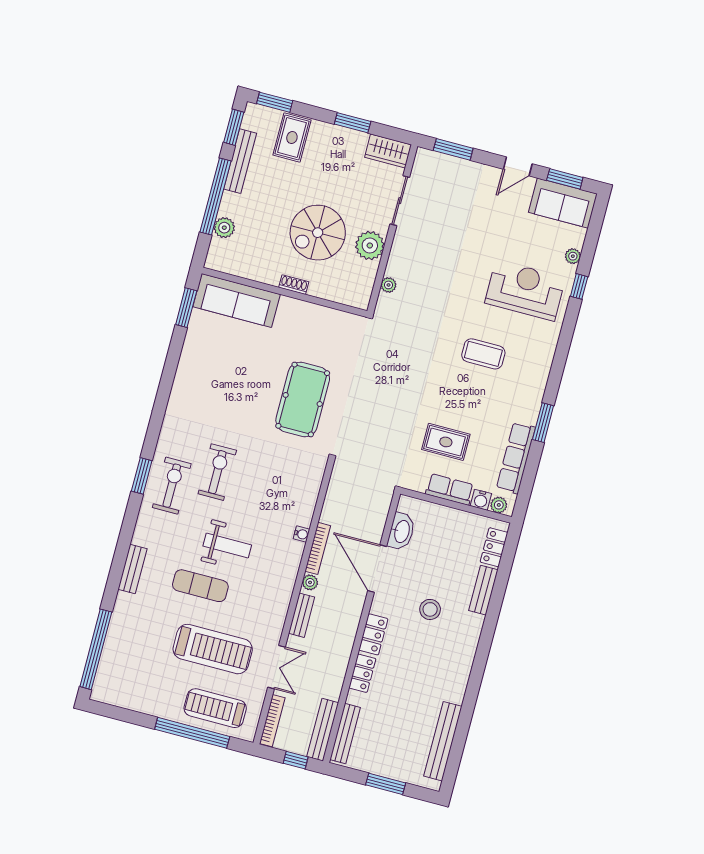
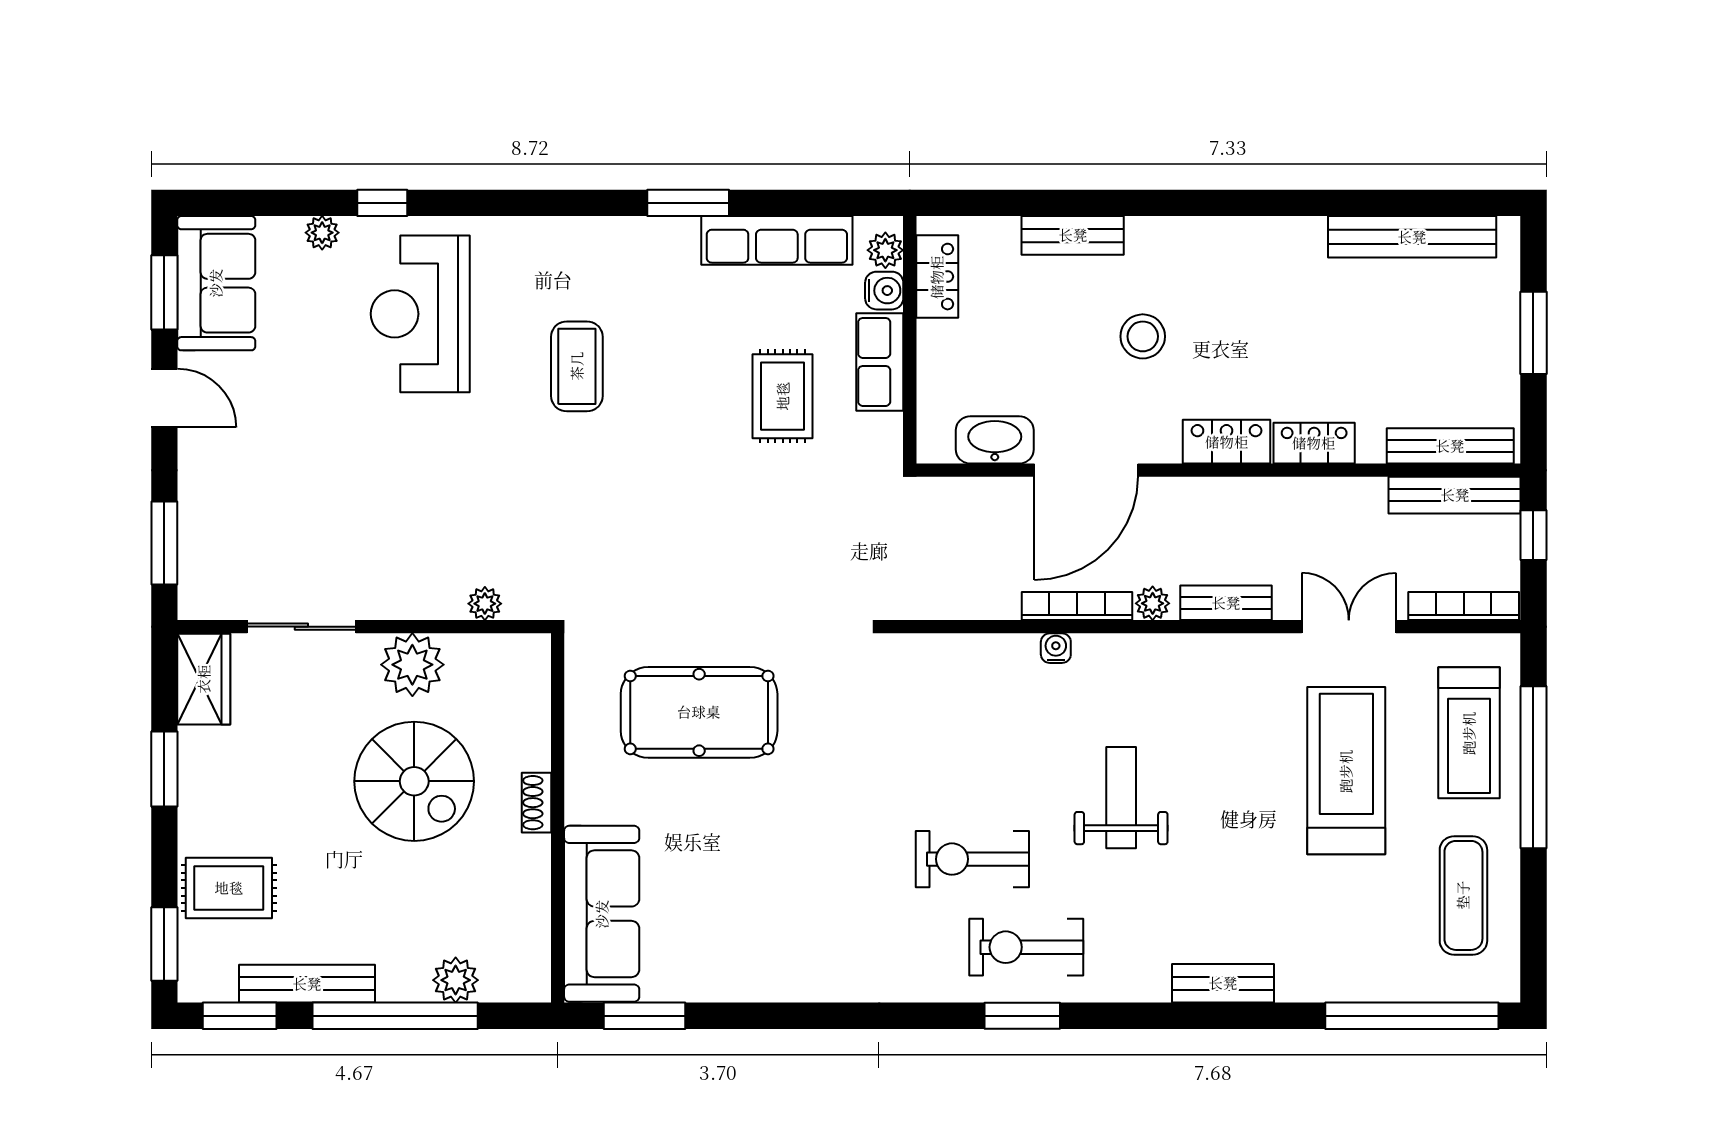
pool table: (303, 399) -> (699, 712), moved
locker: (494, 547) -> (937, 277), moved, turned -90
exercise mat: (200, 586) -> (1463, 895), moved

